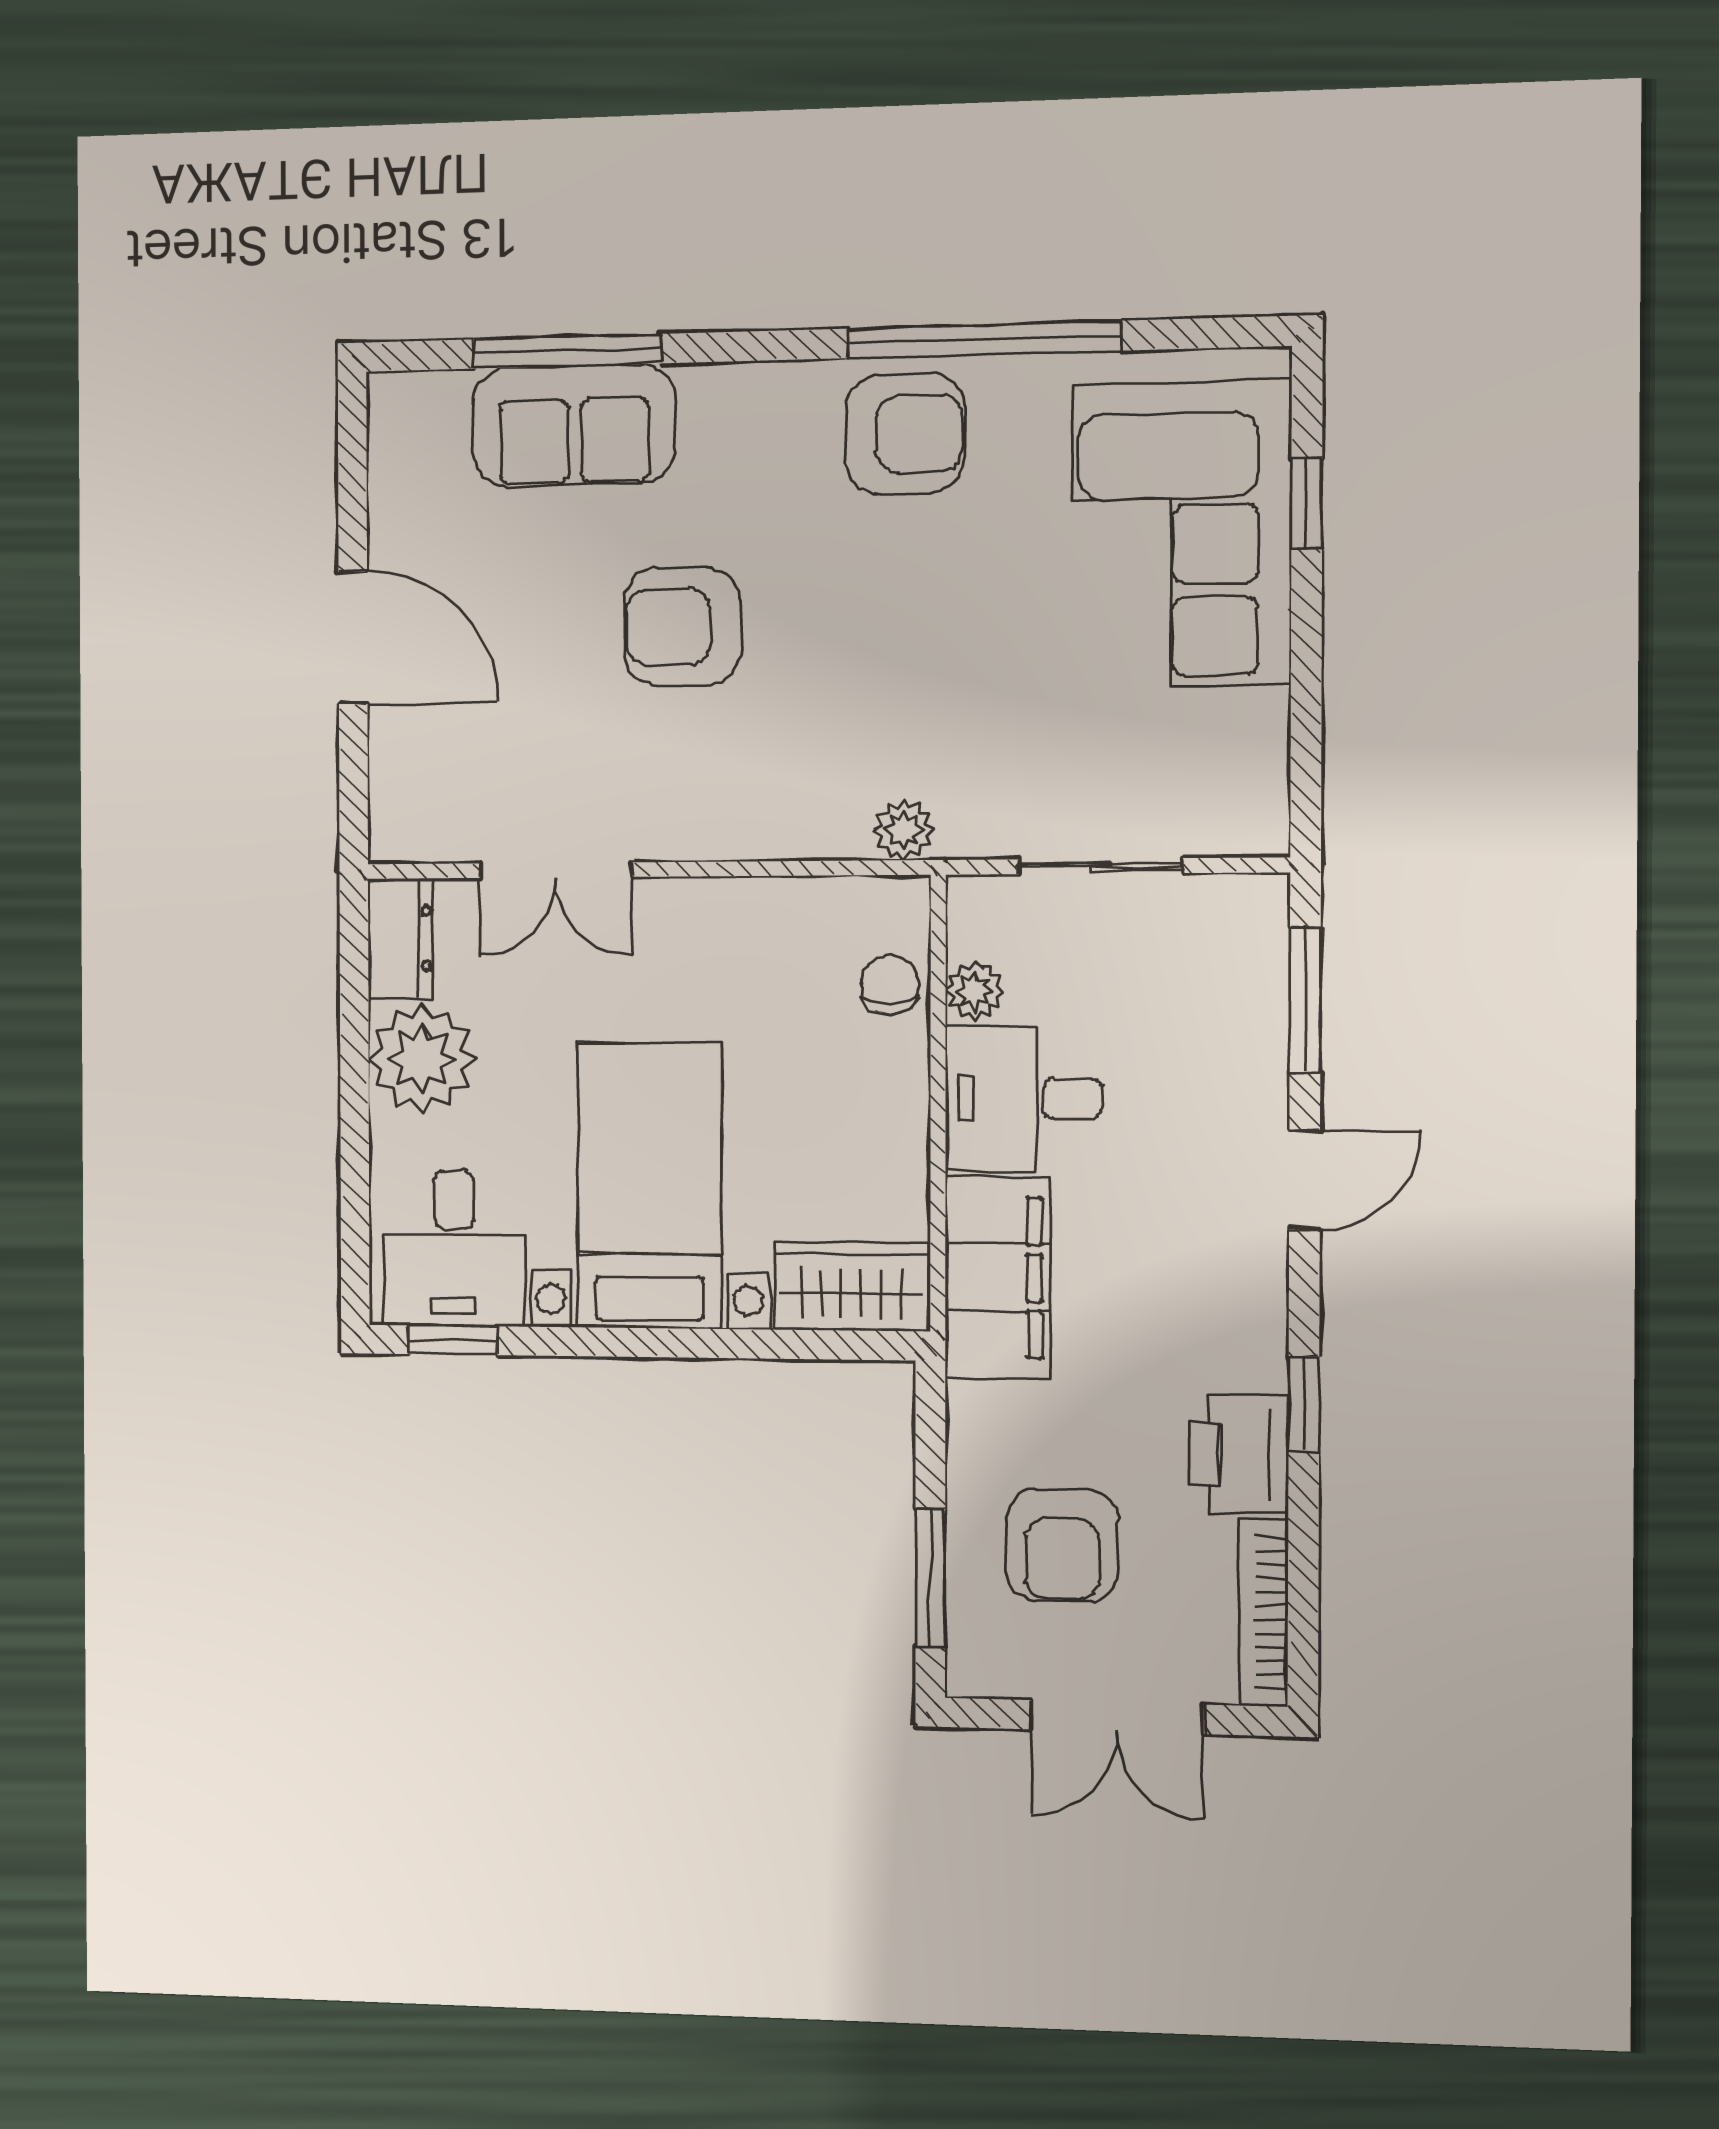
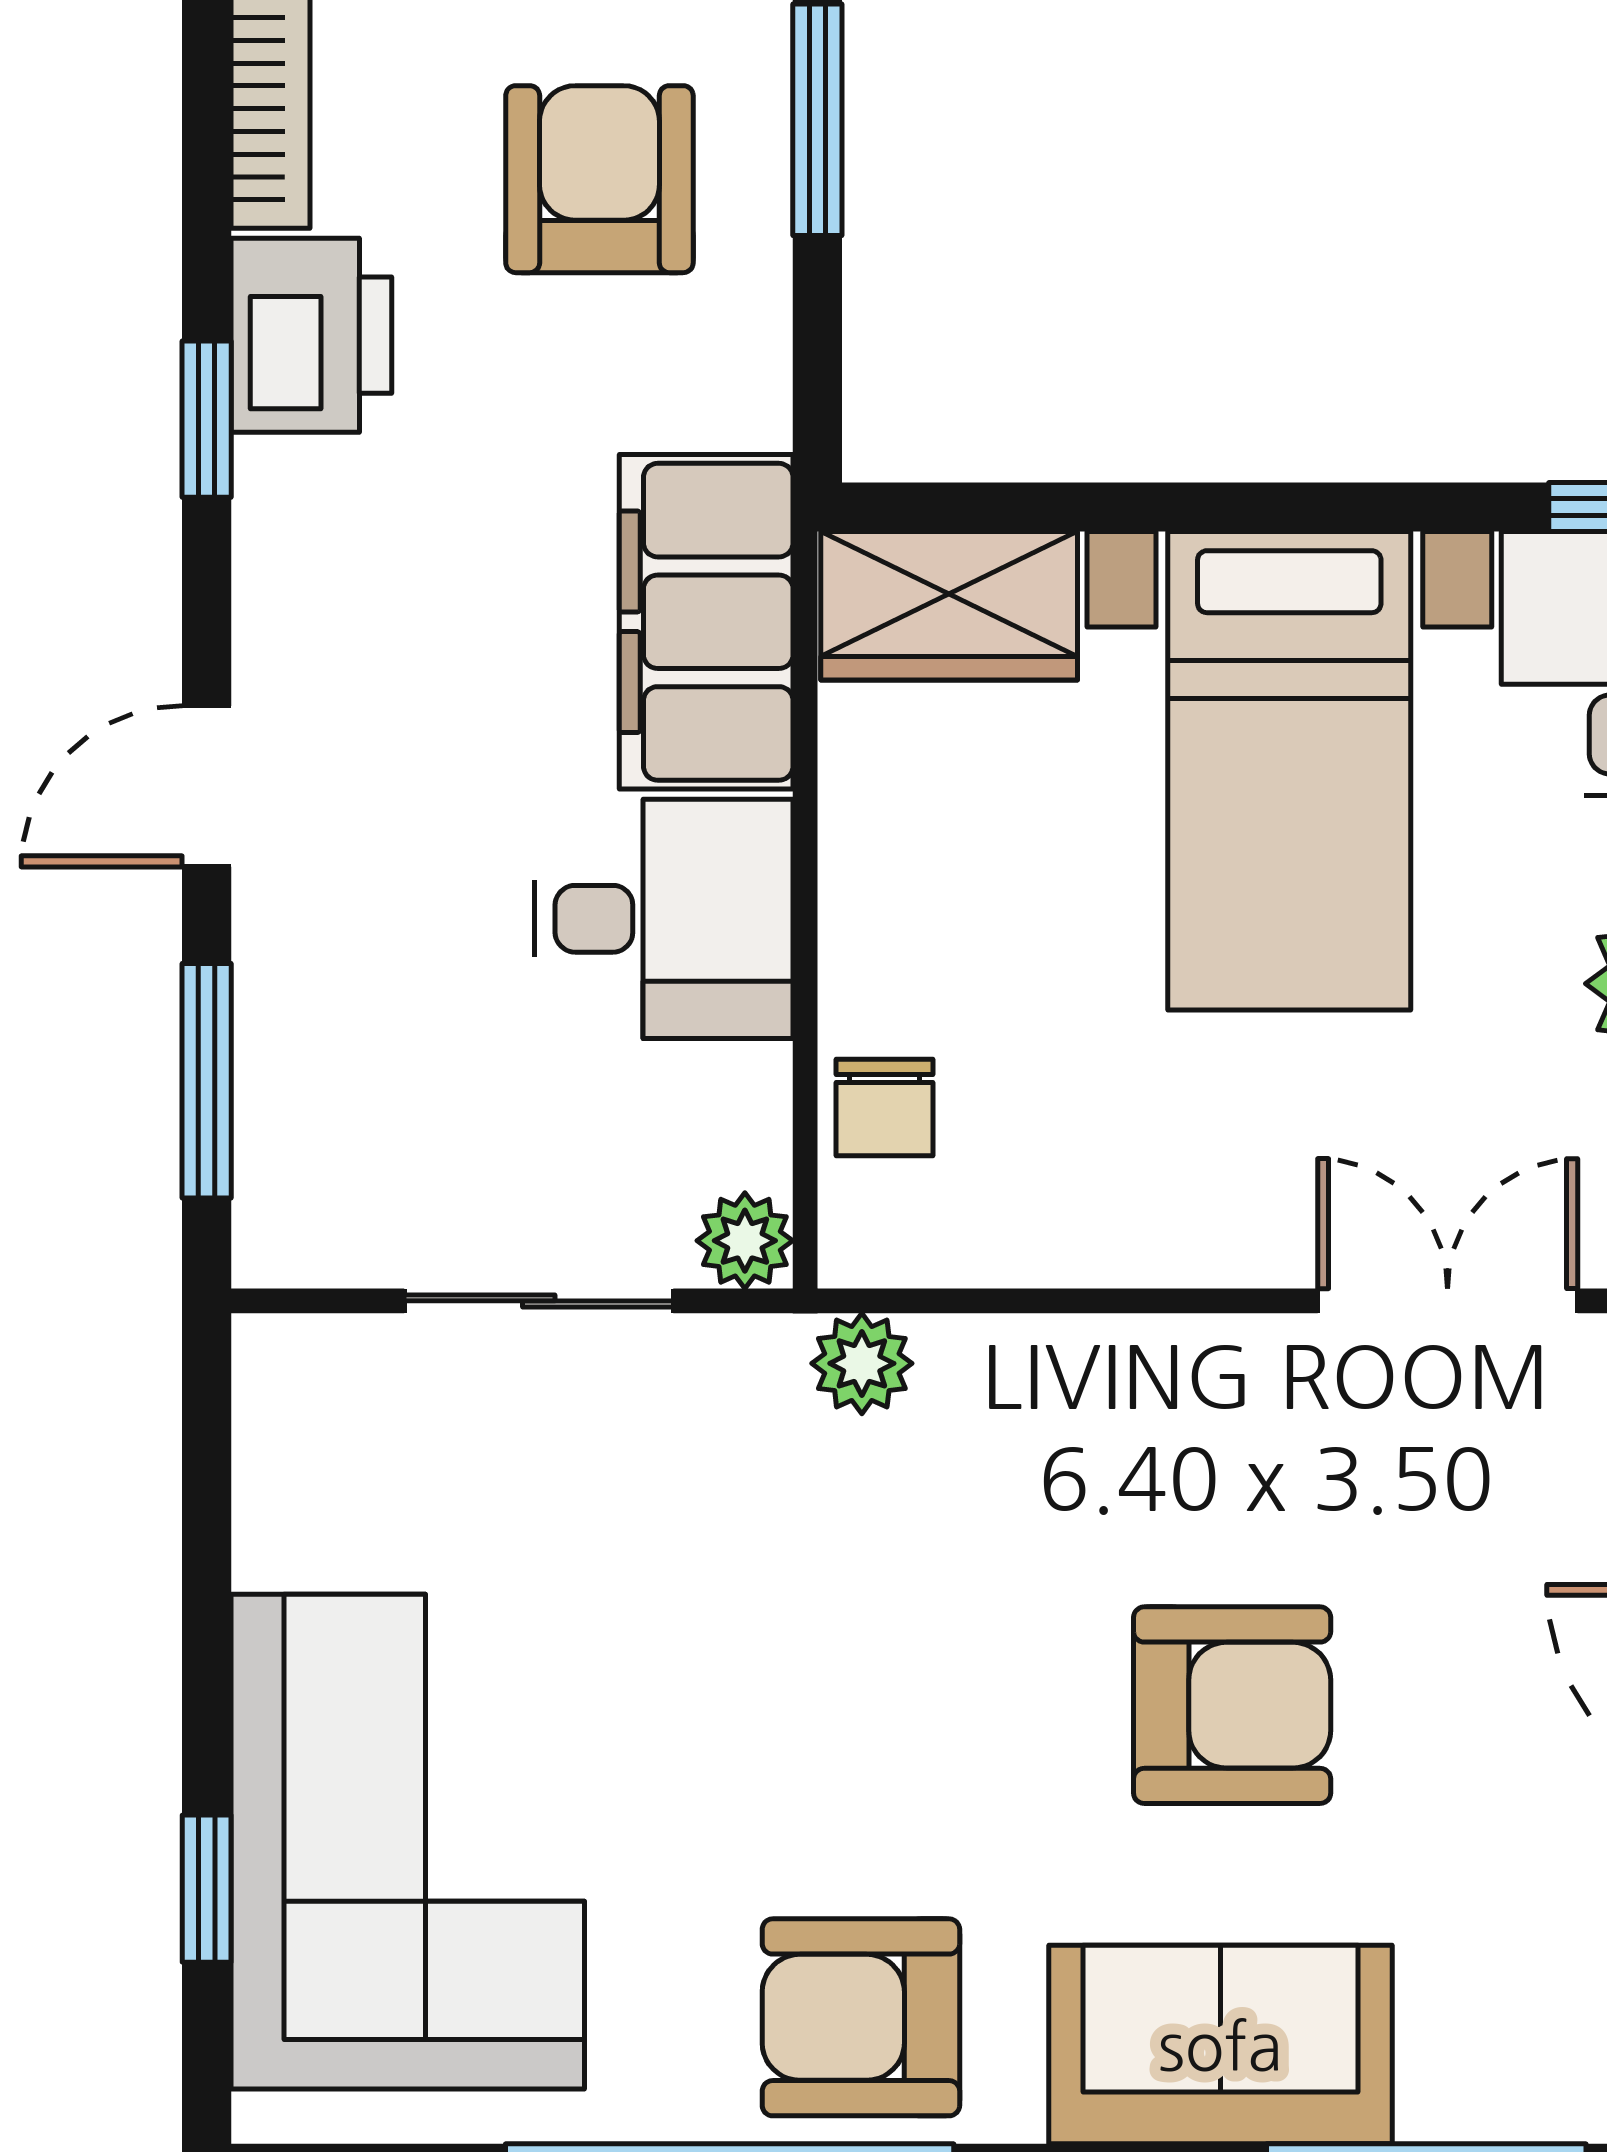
sofa: (574, 425) -> (1220, 2045), moved
plant: (975, 991) -> (745, 1241), moved

